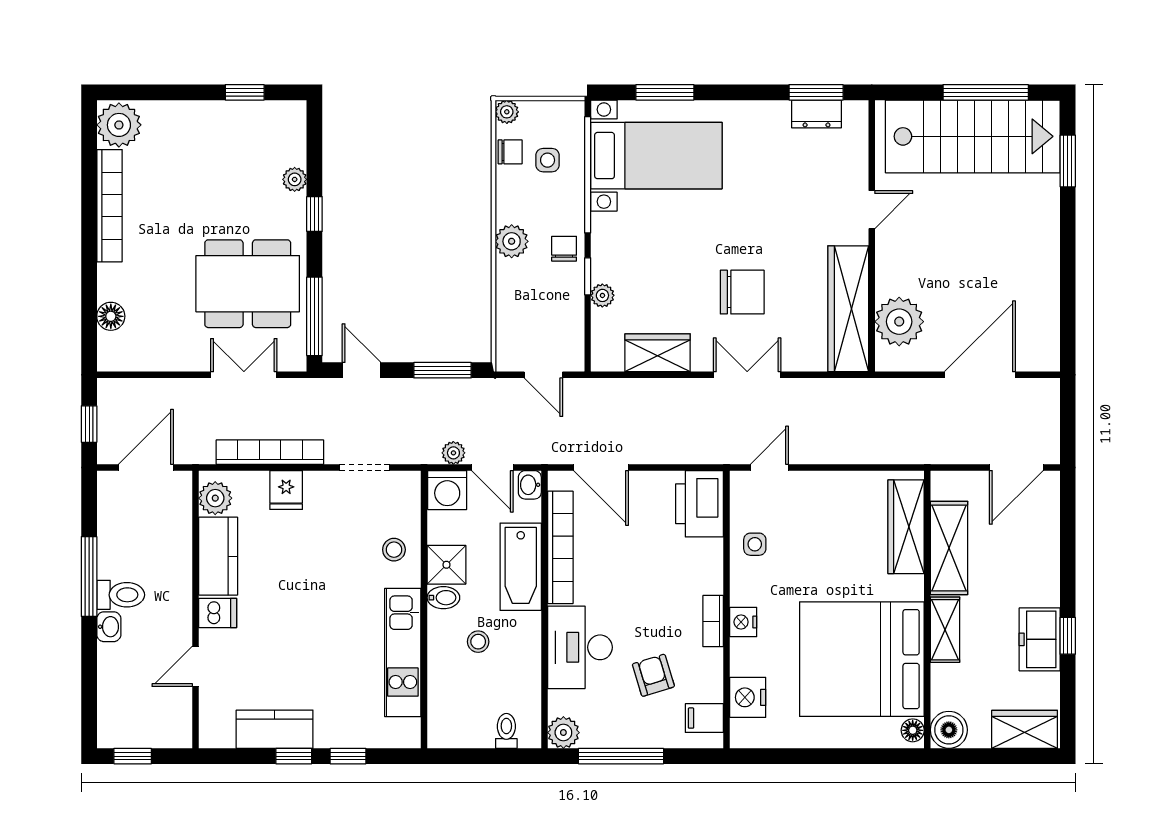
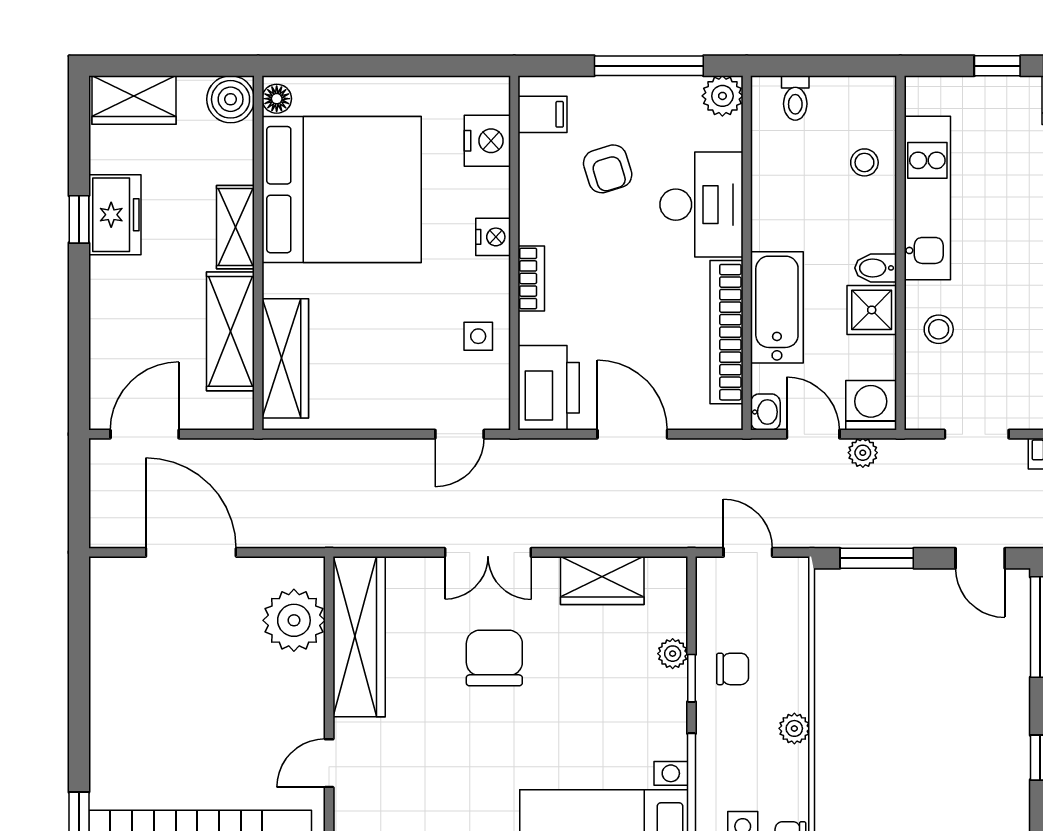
plant: (512, 241) -> (794, 728), width x0.73, depth x0.73
chair: (564, 249) -> (733, 669), moved, turned -90
chair: (742, 292) -> (494, 658), turned 90
door: (980, 375) -> (191, 552), swing flipped
door: (601, 467) -> (632, 434), moved
bookcase: (713, 621) -> (531, 278), moved
stool: (478, 642) -> (864, 162), moved

